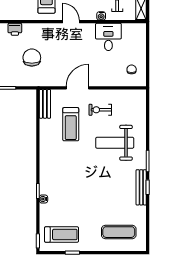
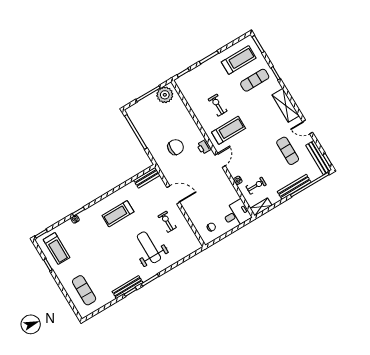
printer: (15, 29) -> (204, 147), moved
desk: (108, 37) -> (236, 214), moved
treadmill: (71, 124) -> (118, 214), moved

